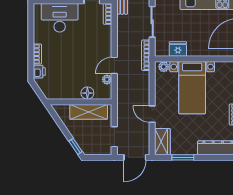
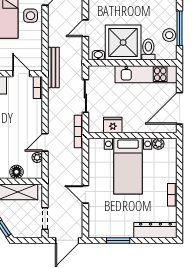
plant: (164, 67) -> (158, 144), moved
wardrobe: (162, 142) -> (96, 224), removed

